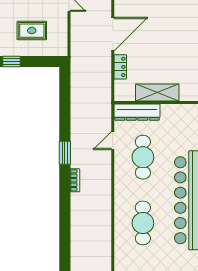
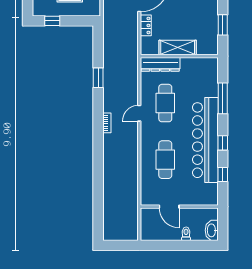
door: (113, 141) -> (139, 113), moved
window: (65, 153) -> (98, 78), moved

